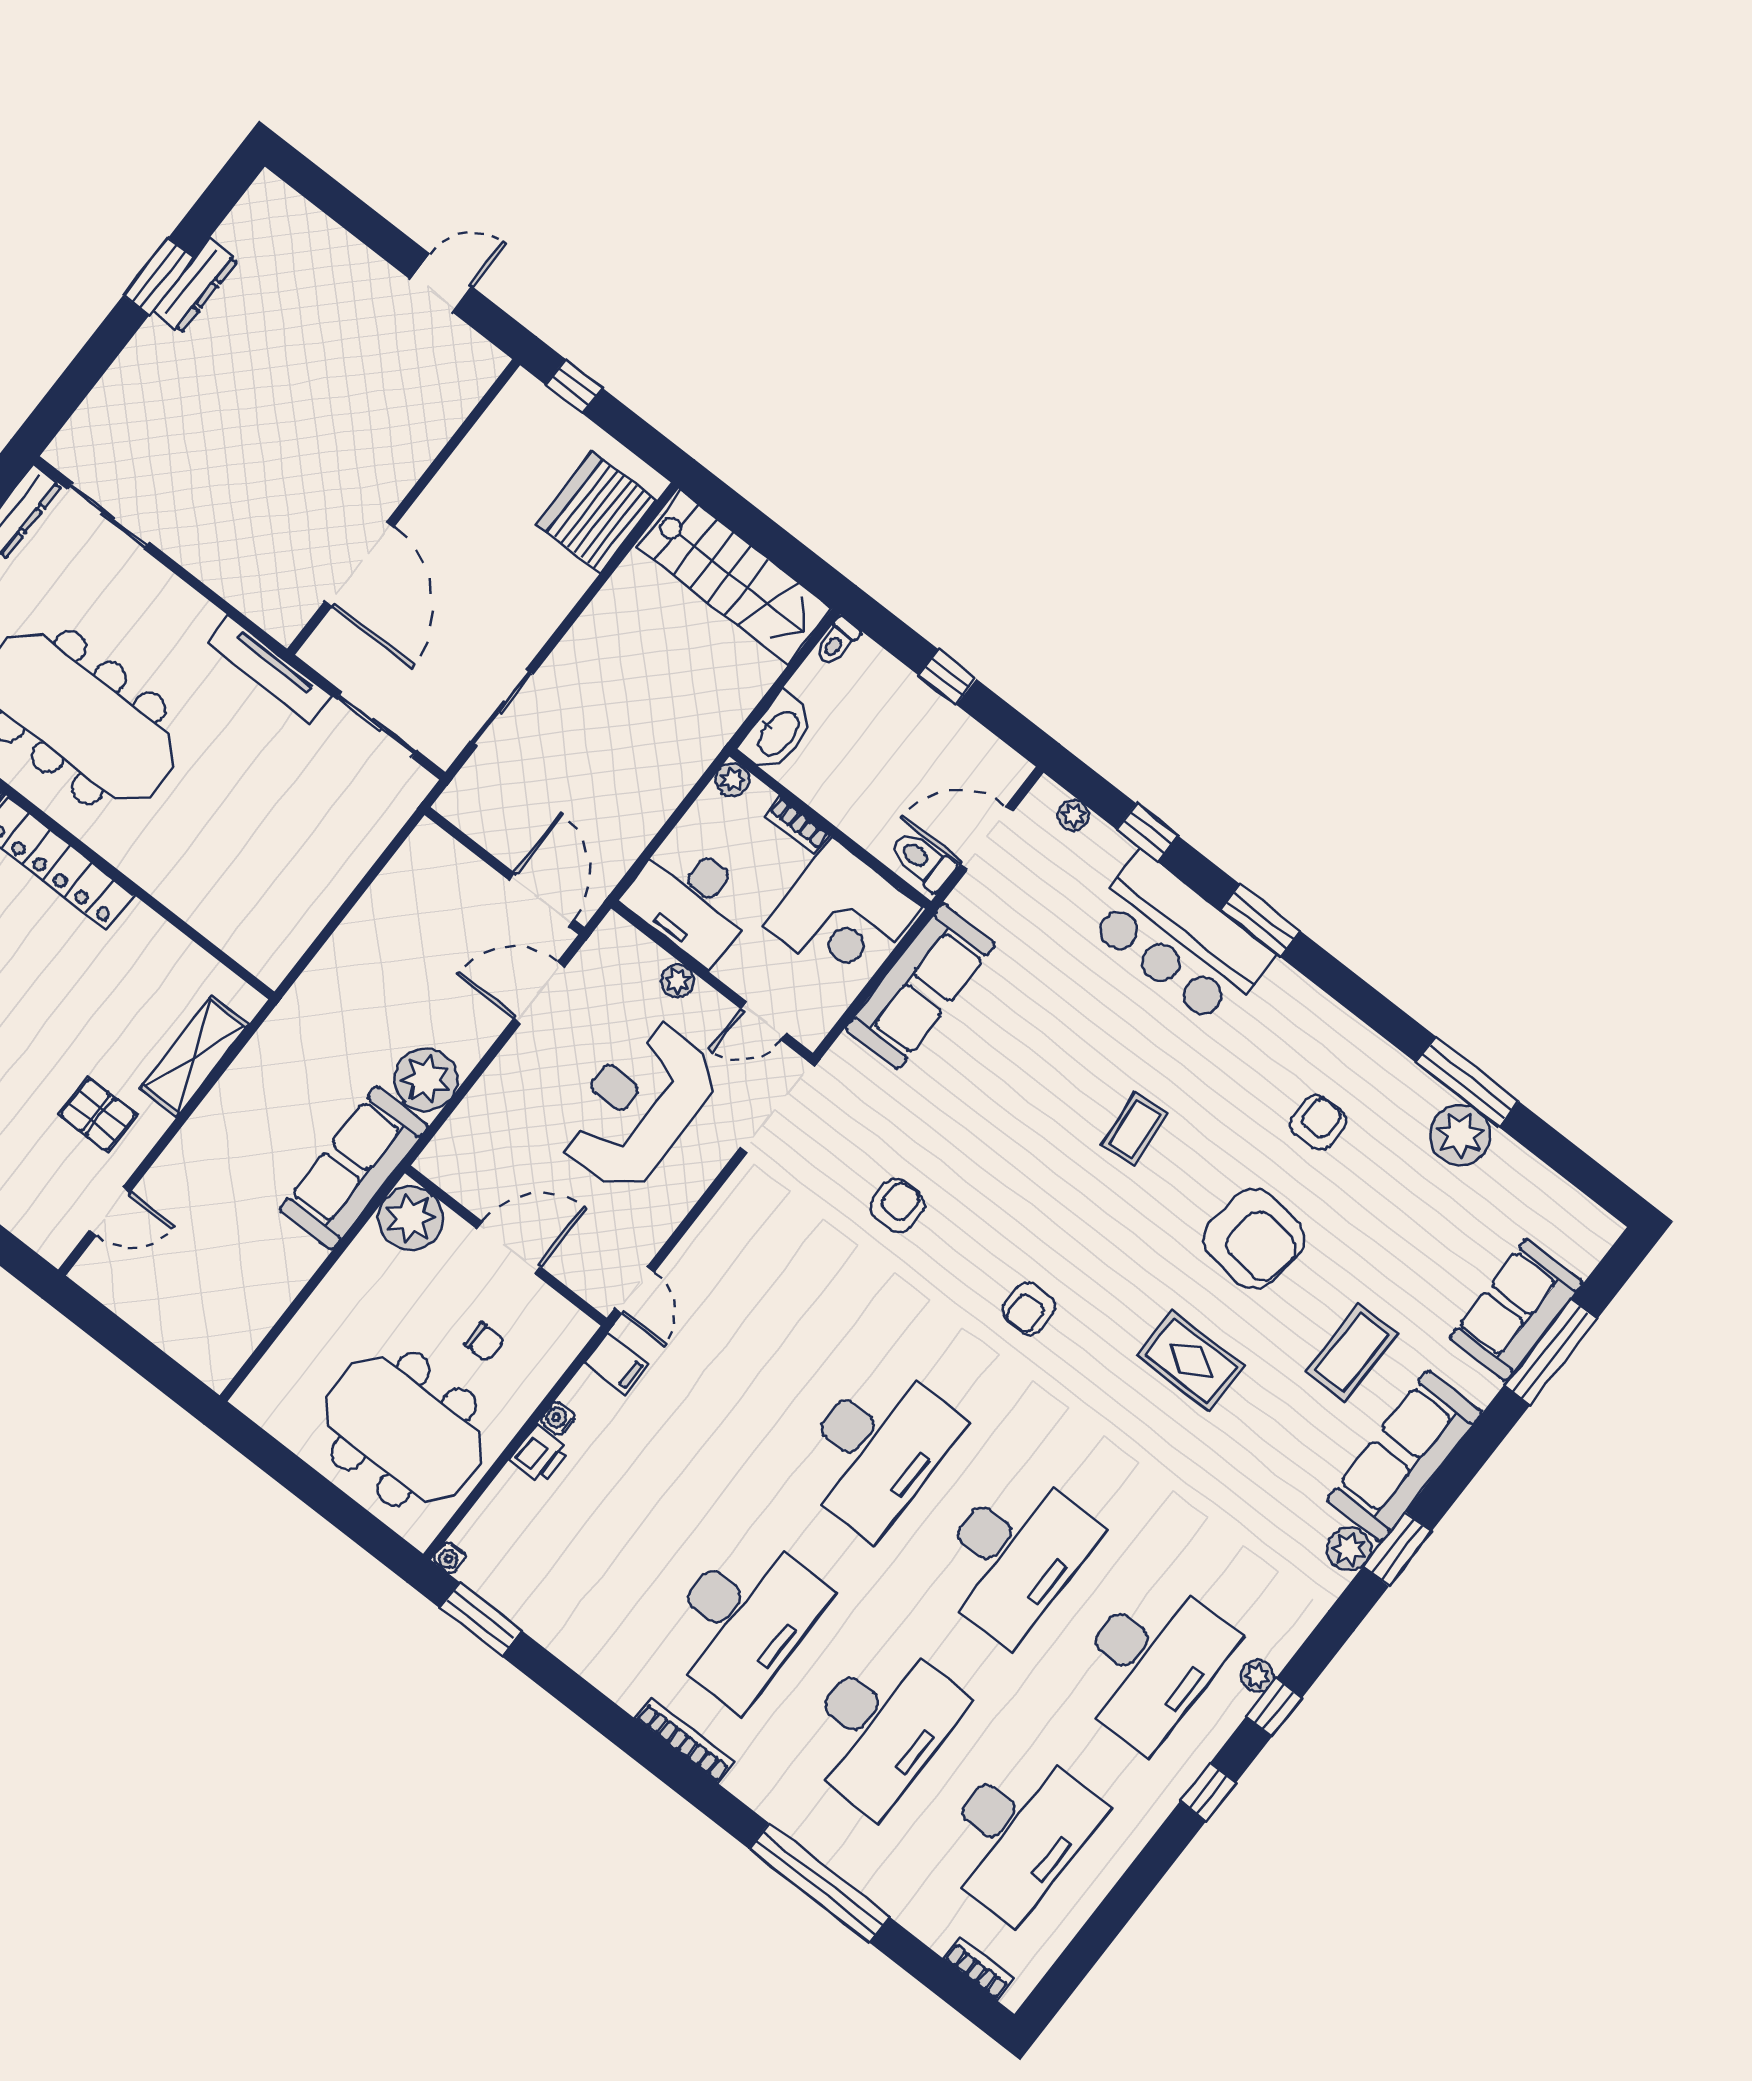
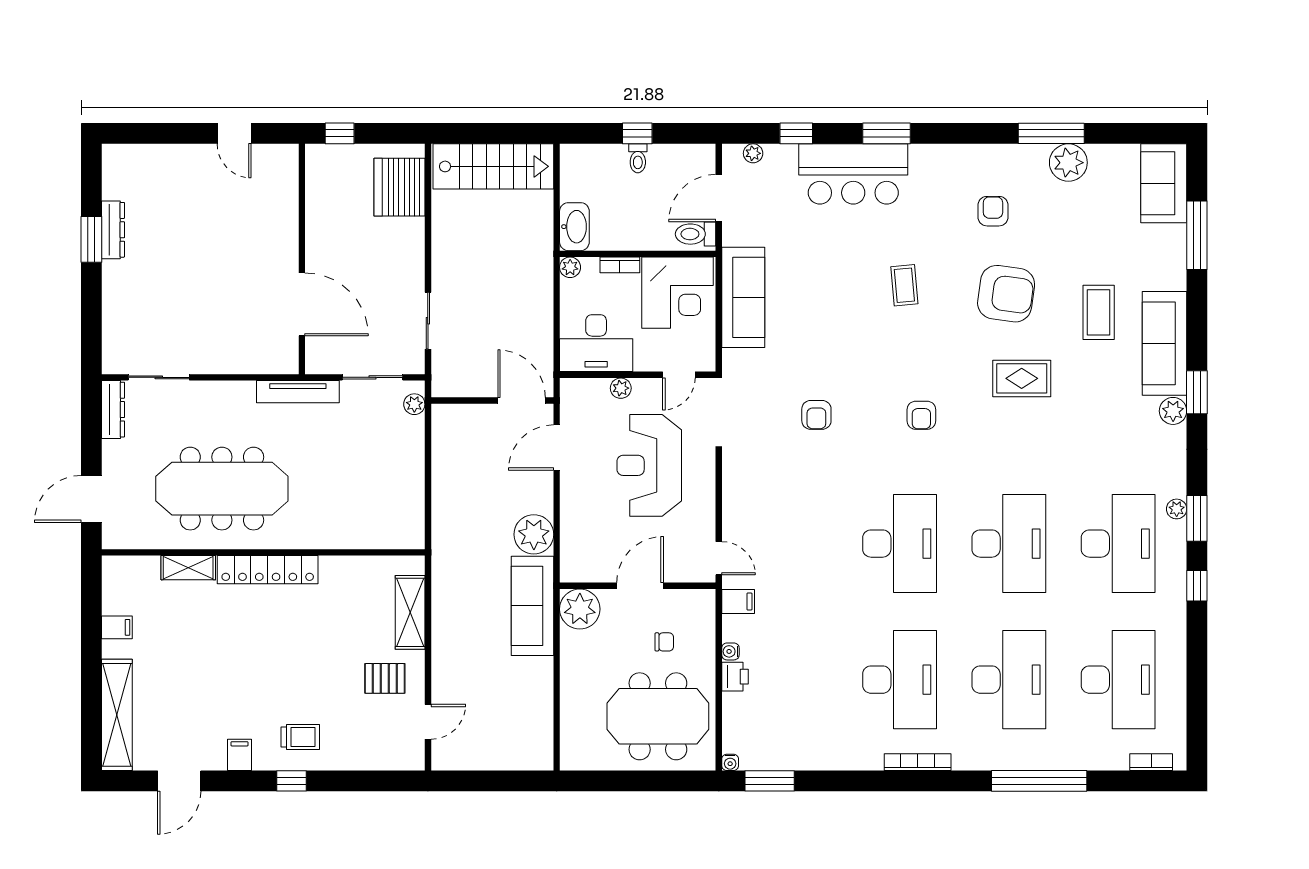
door: (441, 283) -> (234, 133), swing flipped
toilet: (837, 641) -> (638, 158), moved
plant: (403, 799) -> (414, 404), added
armchair: (897, 1206) -> (816, 415), turned 180
sofa: (1516, 1310) -> (1164, 183), moved
window: (1274, 1707) -> (1197, 518), width x1.50

